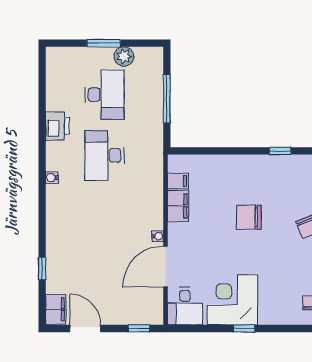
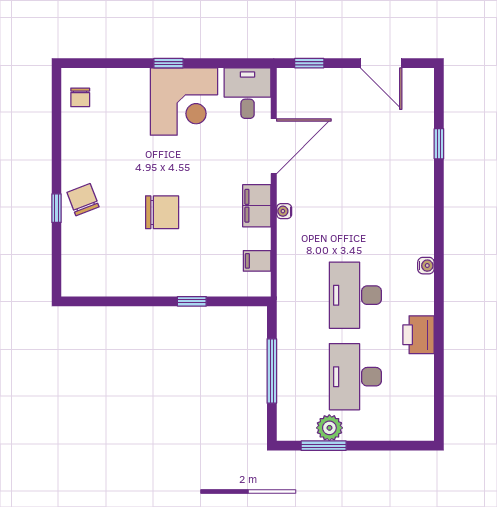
window: (104, 43) -> (324, 446), moved
window: (280, 151) -> (192, 301), moved
desk: (104, 155) -> (355, 295), turned 180
filing cabinet: (178, 206) -> (257, 206), moved
water cooler: (158, 236) -> (284, 211), moved
filing cabinet: (56, 309) -> (421, 89), removed

